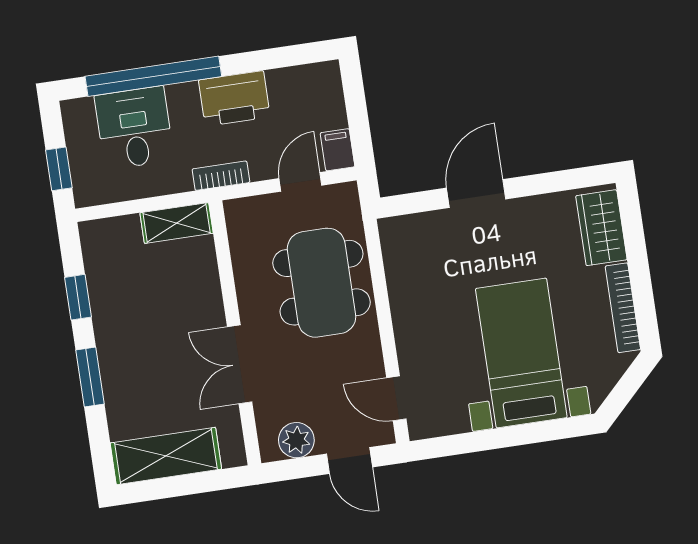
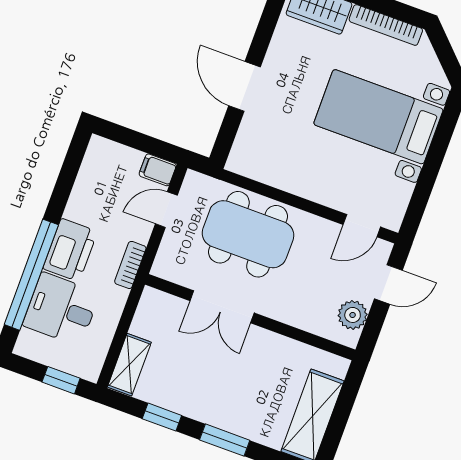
printer: (234, 98) -> (70, 250), moved
door: (300, 182) -> (166, 210), hinge flipped
shelving: (177, 223) -> (129, 365), moved
double door: (240, 364) -> (222, 307), moved

